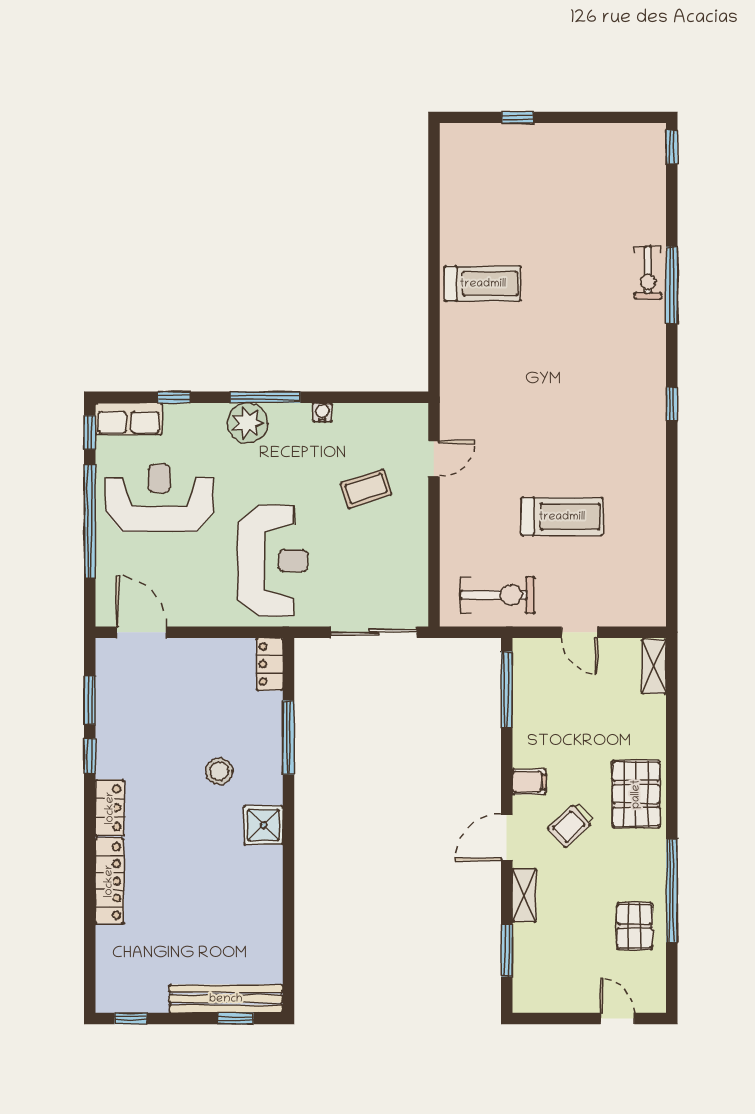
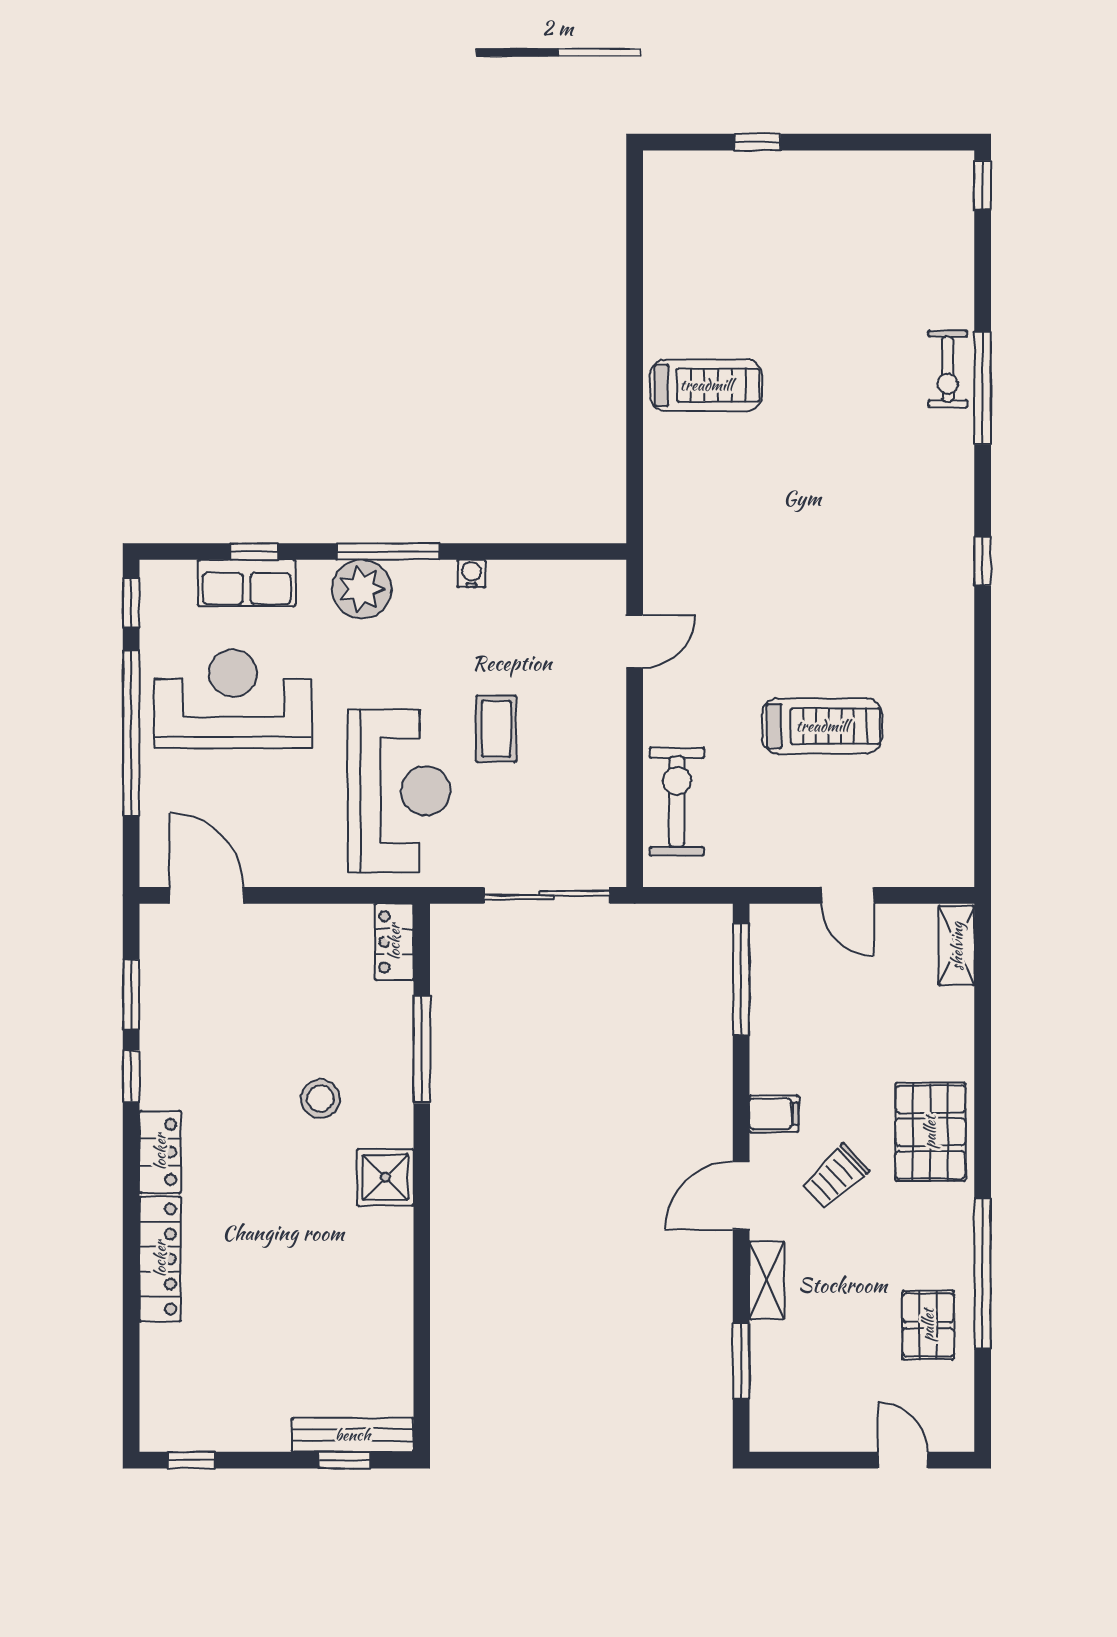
row of seats: (129, 419) -> (247, 583), moved
coffee table: (366, 489) -> (496, 729), moved, turned -72
exercise bike: (498, 595) -> (677, 802), moved, turned -90
bench: (226, 999) -> (353, 1435), width x0.73, depth x0.82

